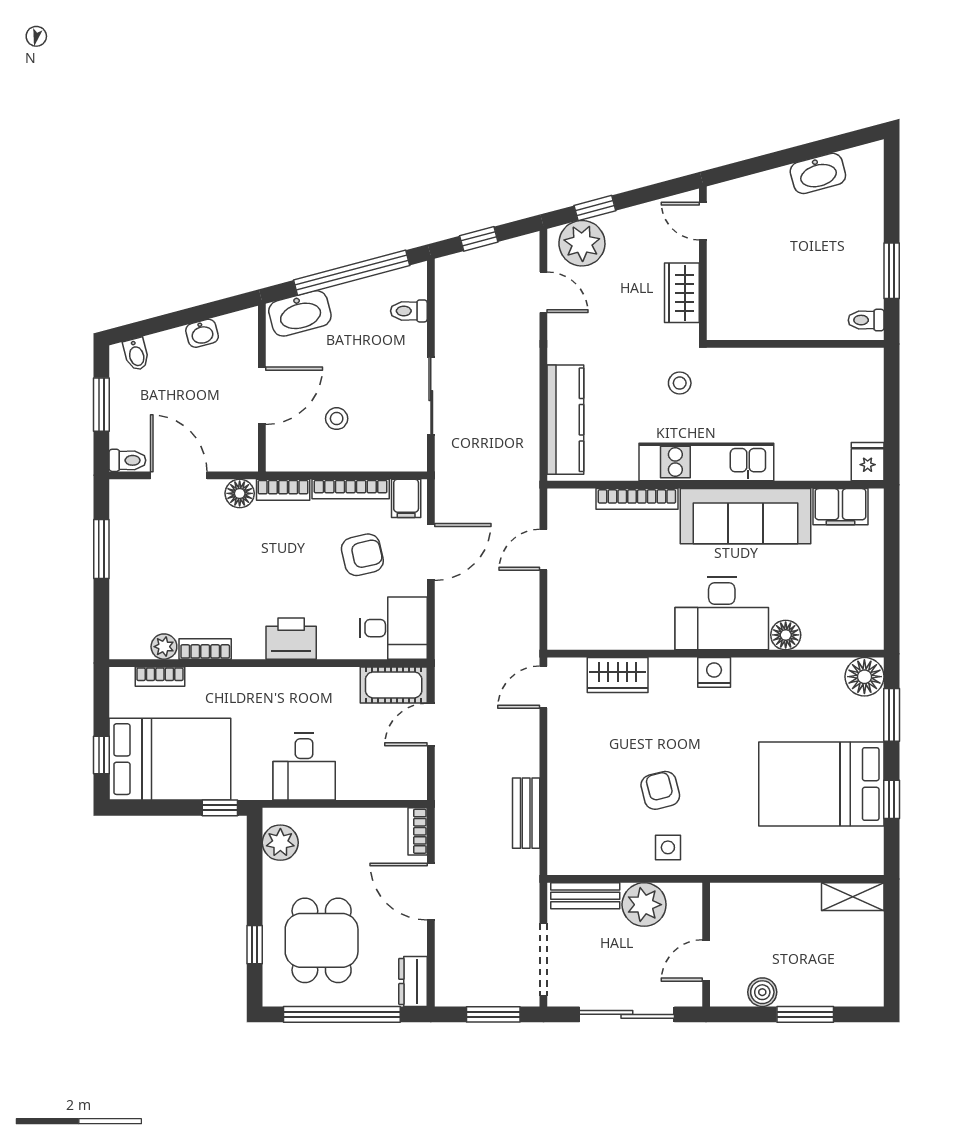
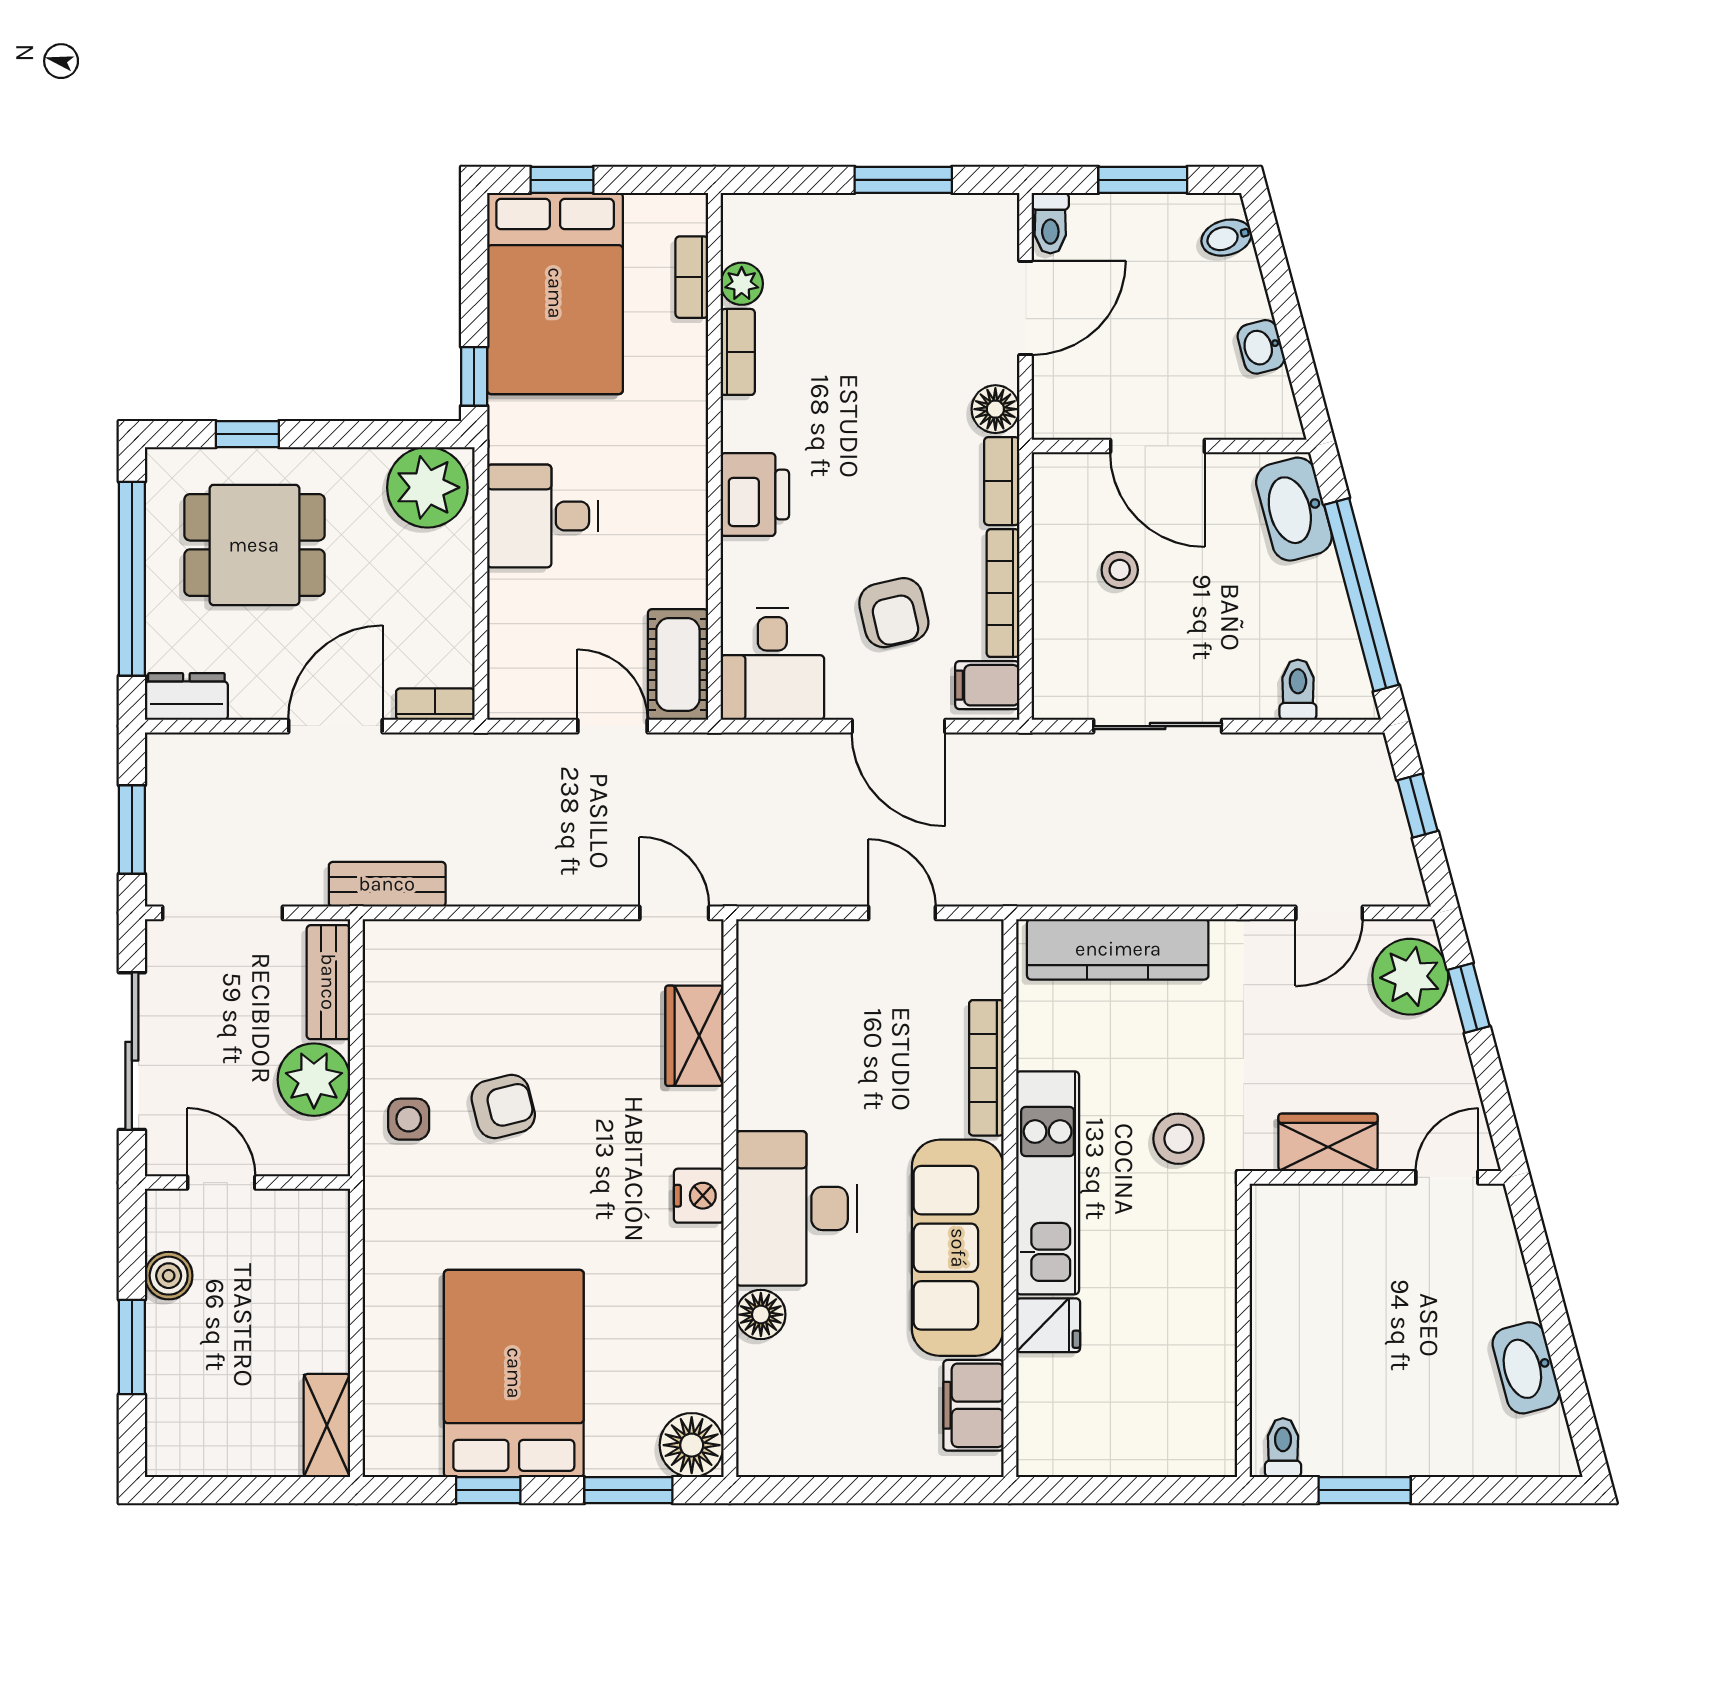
stool: (680, 383) -> (1179, 1139), width x1.37, depth x1.37
fridge: (868, 462) -> (1048, 1325), moved
bench: (526, 813) -> (387, 884), moved
plant: (280, 843) -> (427, 487), width x1.36, depth x1.36

